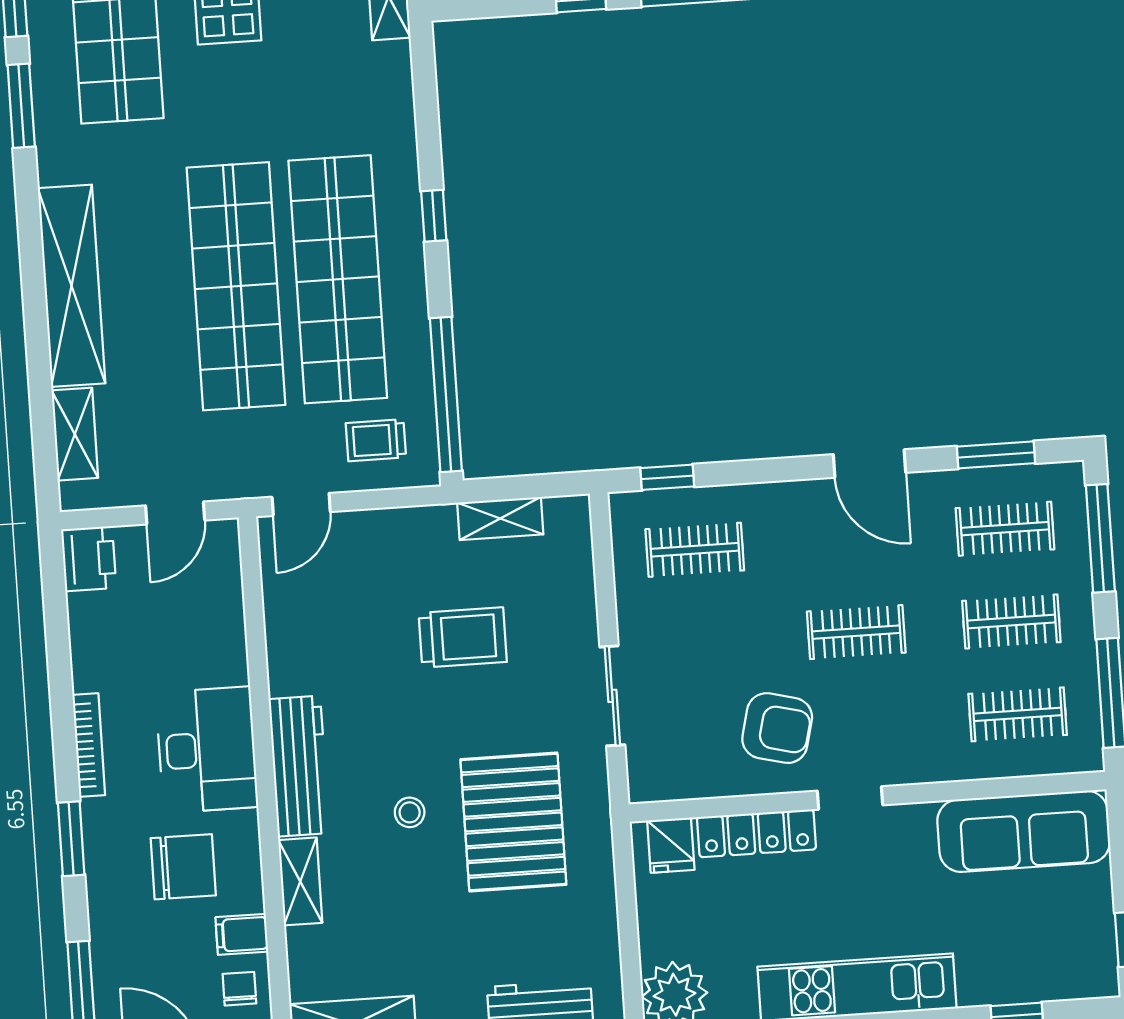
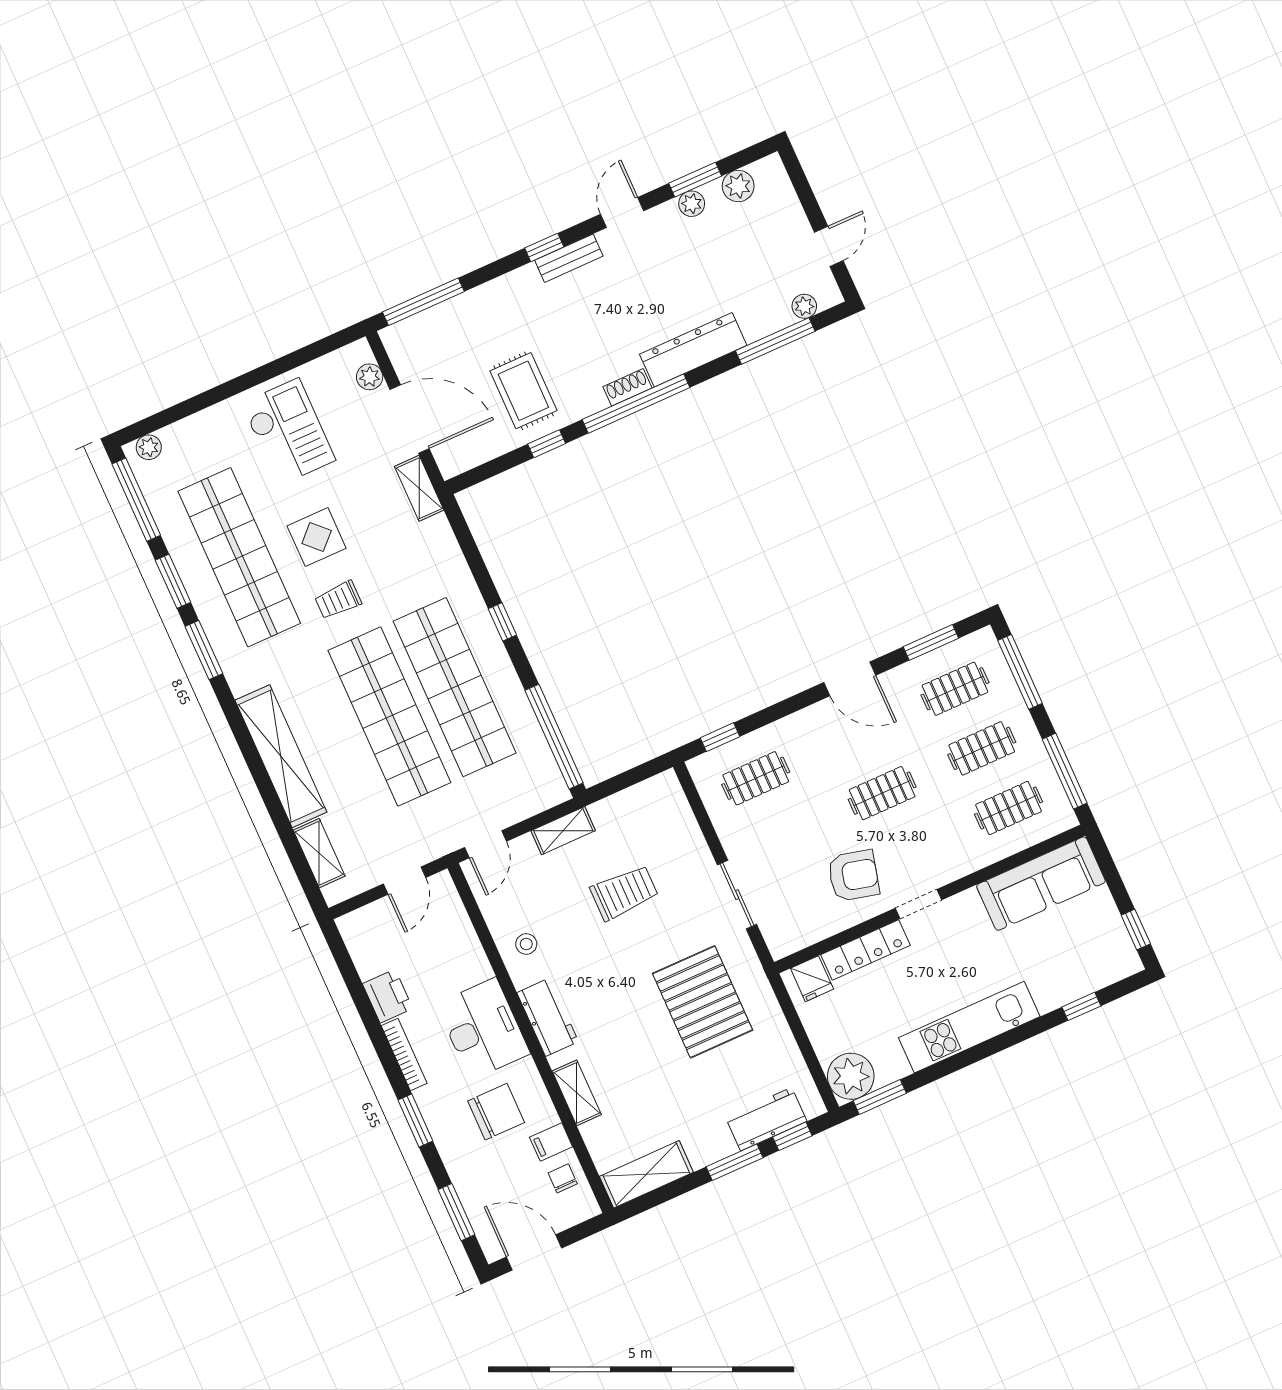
trolley: (376, 440) -> (338, 600), moved
shelving: (500, 518) -> (563, 831), moved
printer: (89, 559) -> (388, 996), moved
workbench: (299, 766) -> (548, 1017), width x0.73
stool: (410, 812) -> (526, 944), moved

